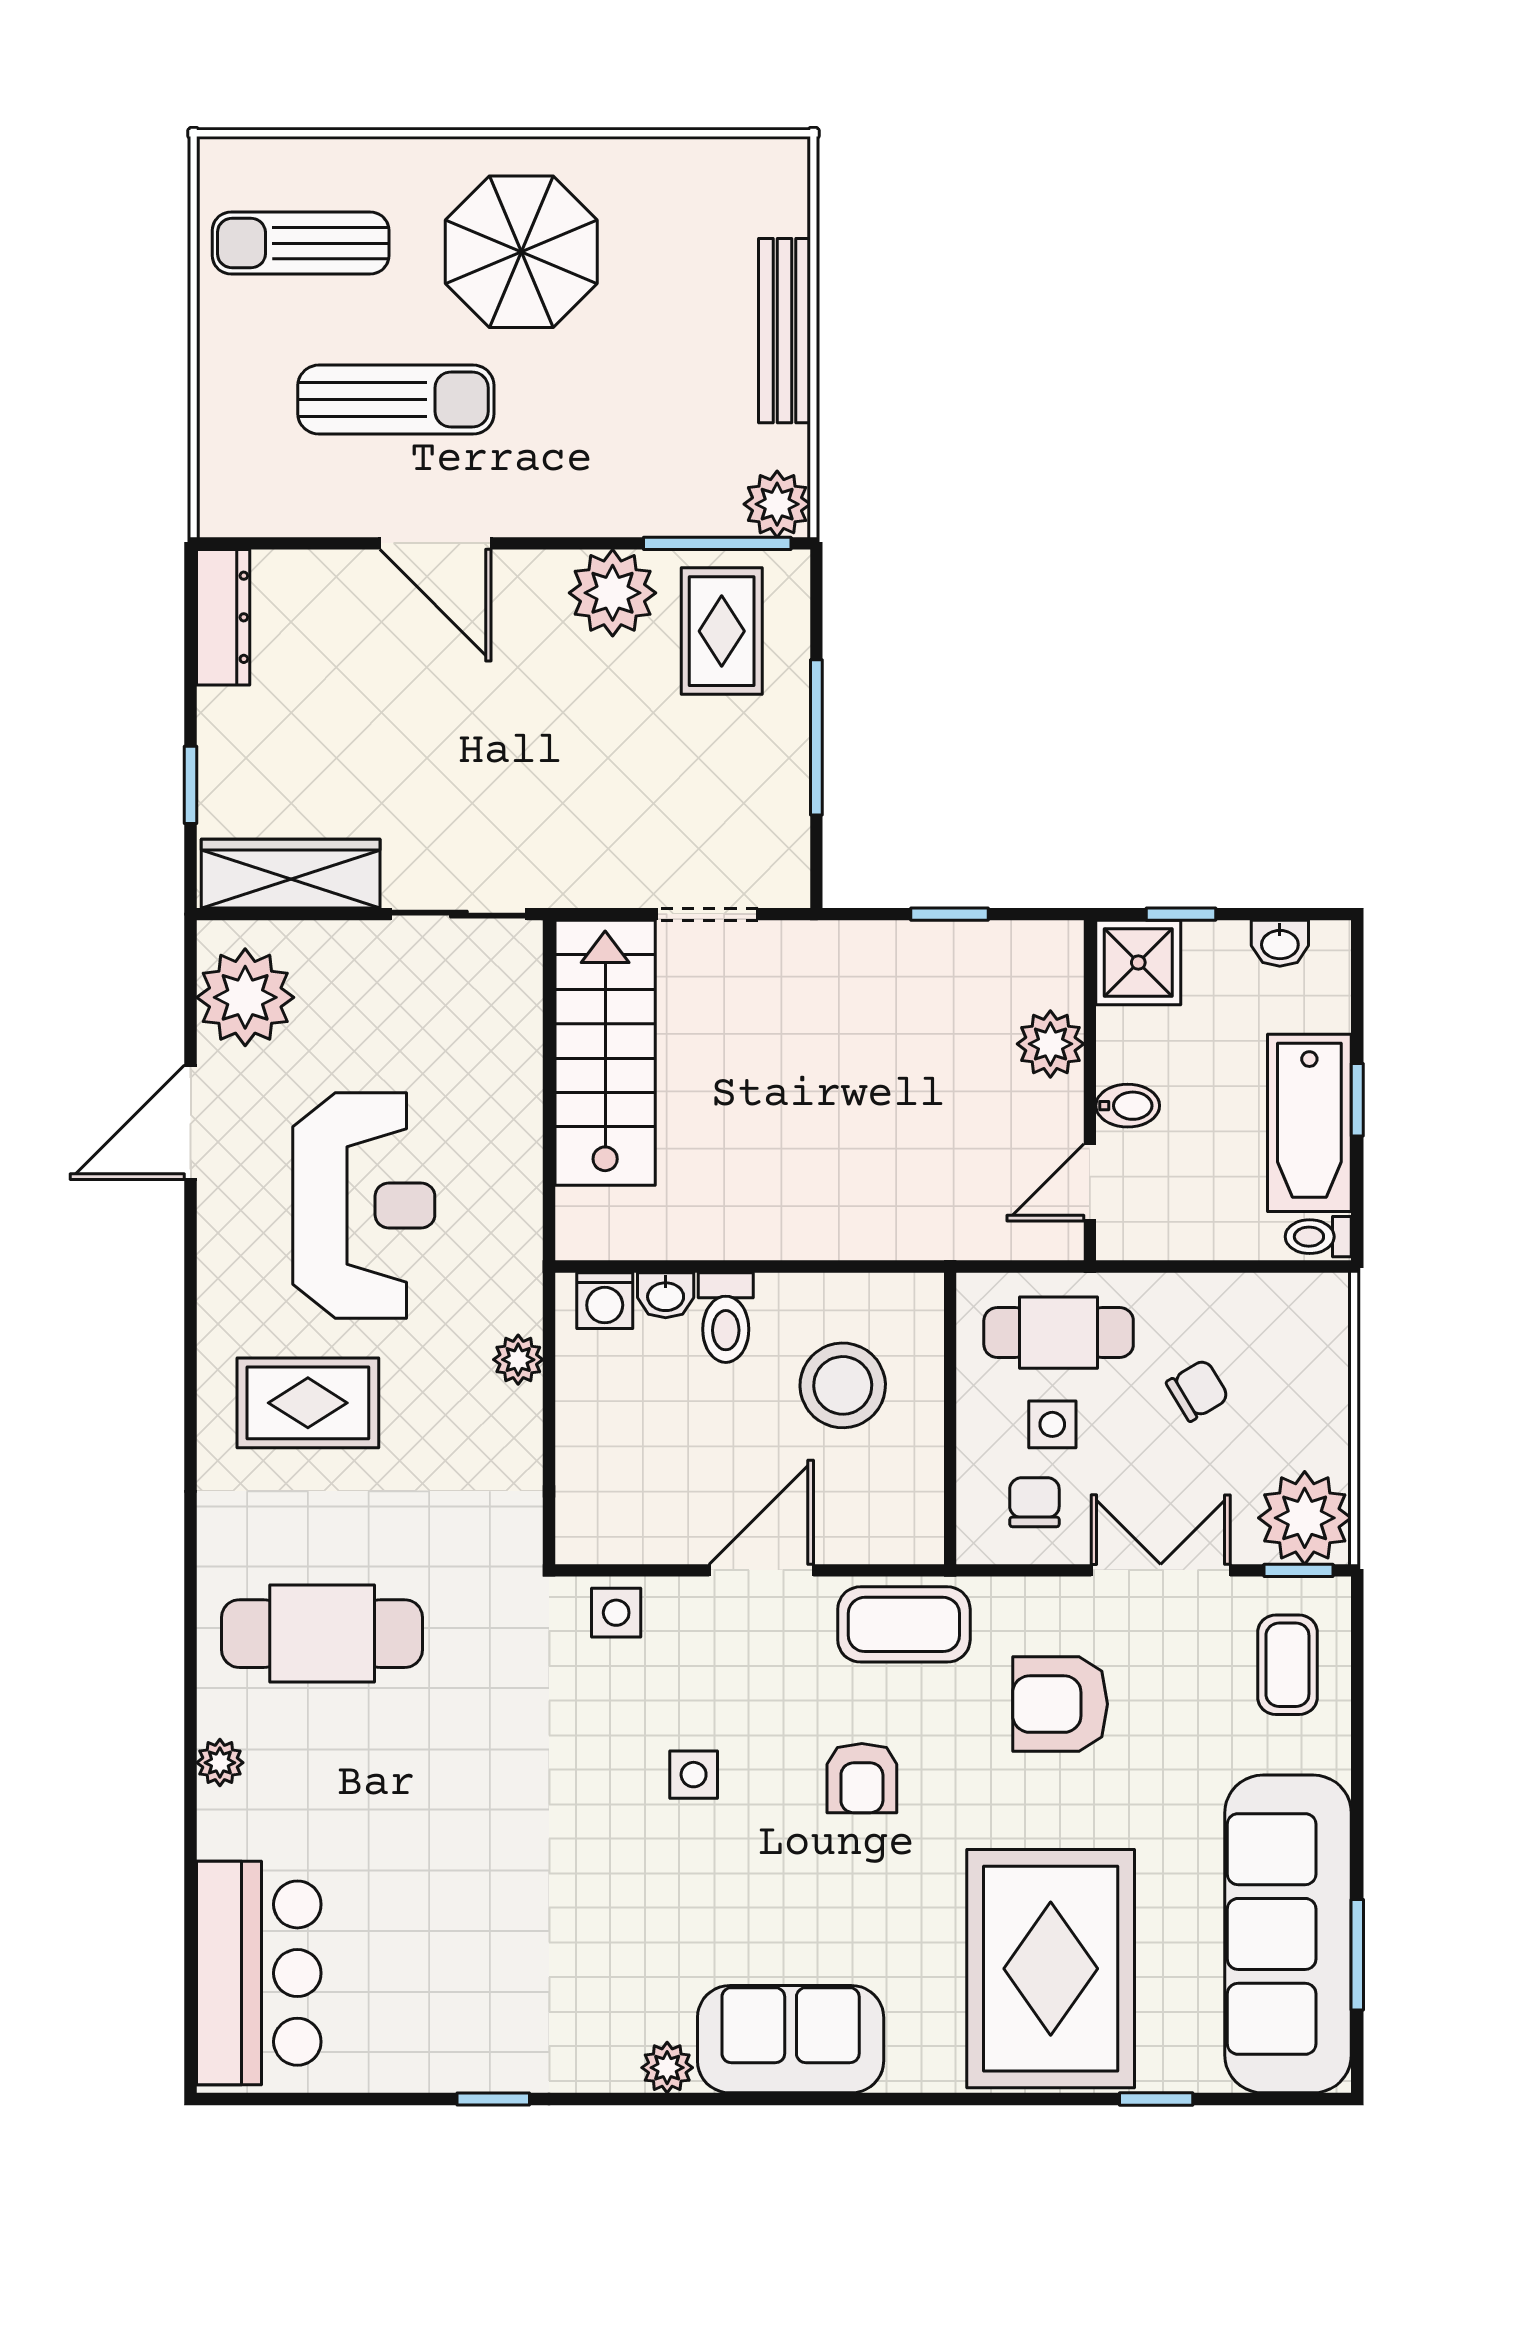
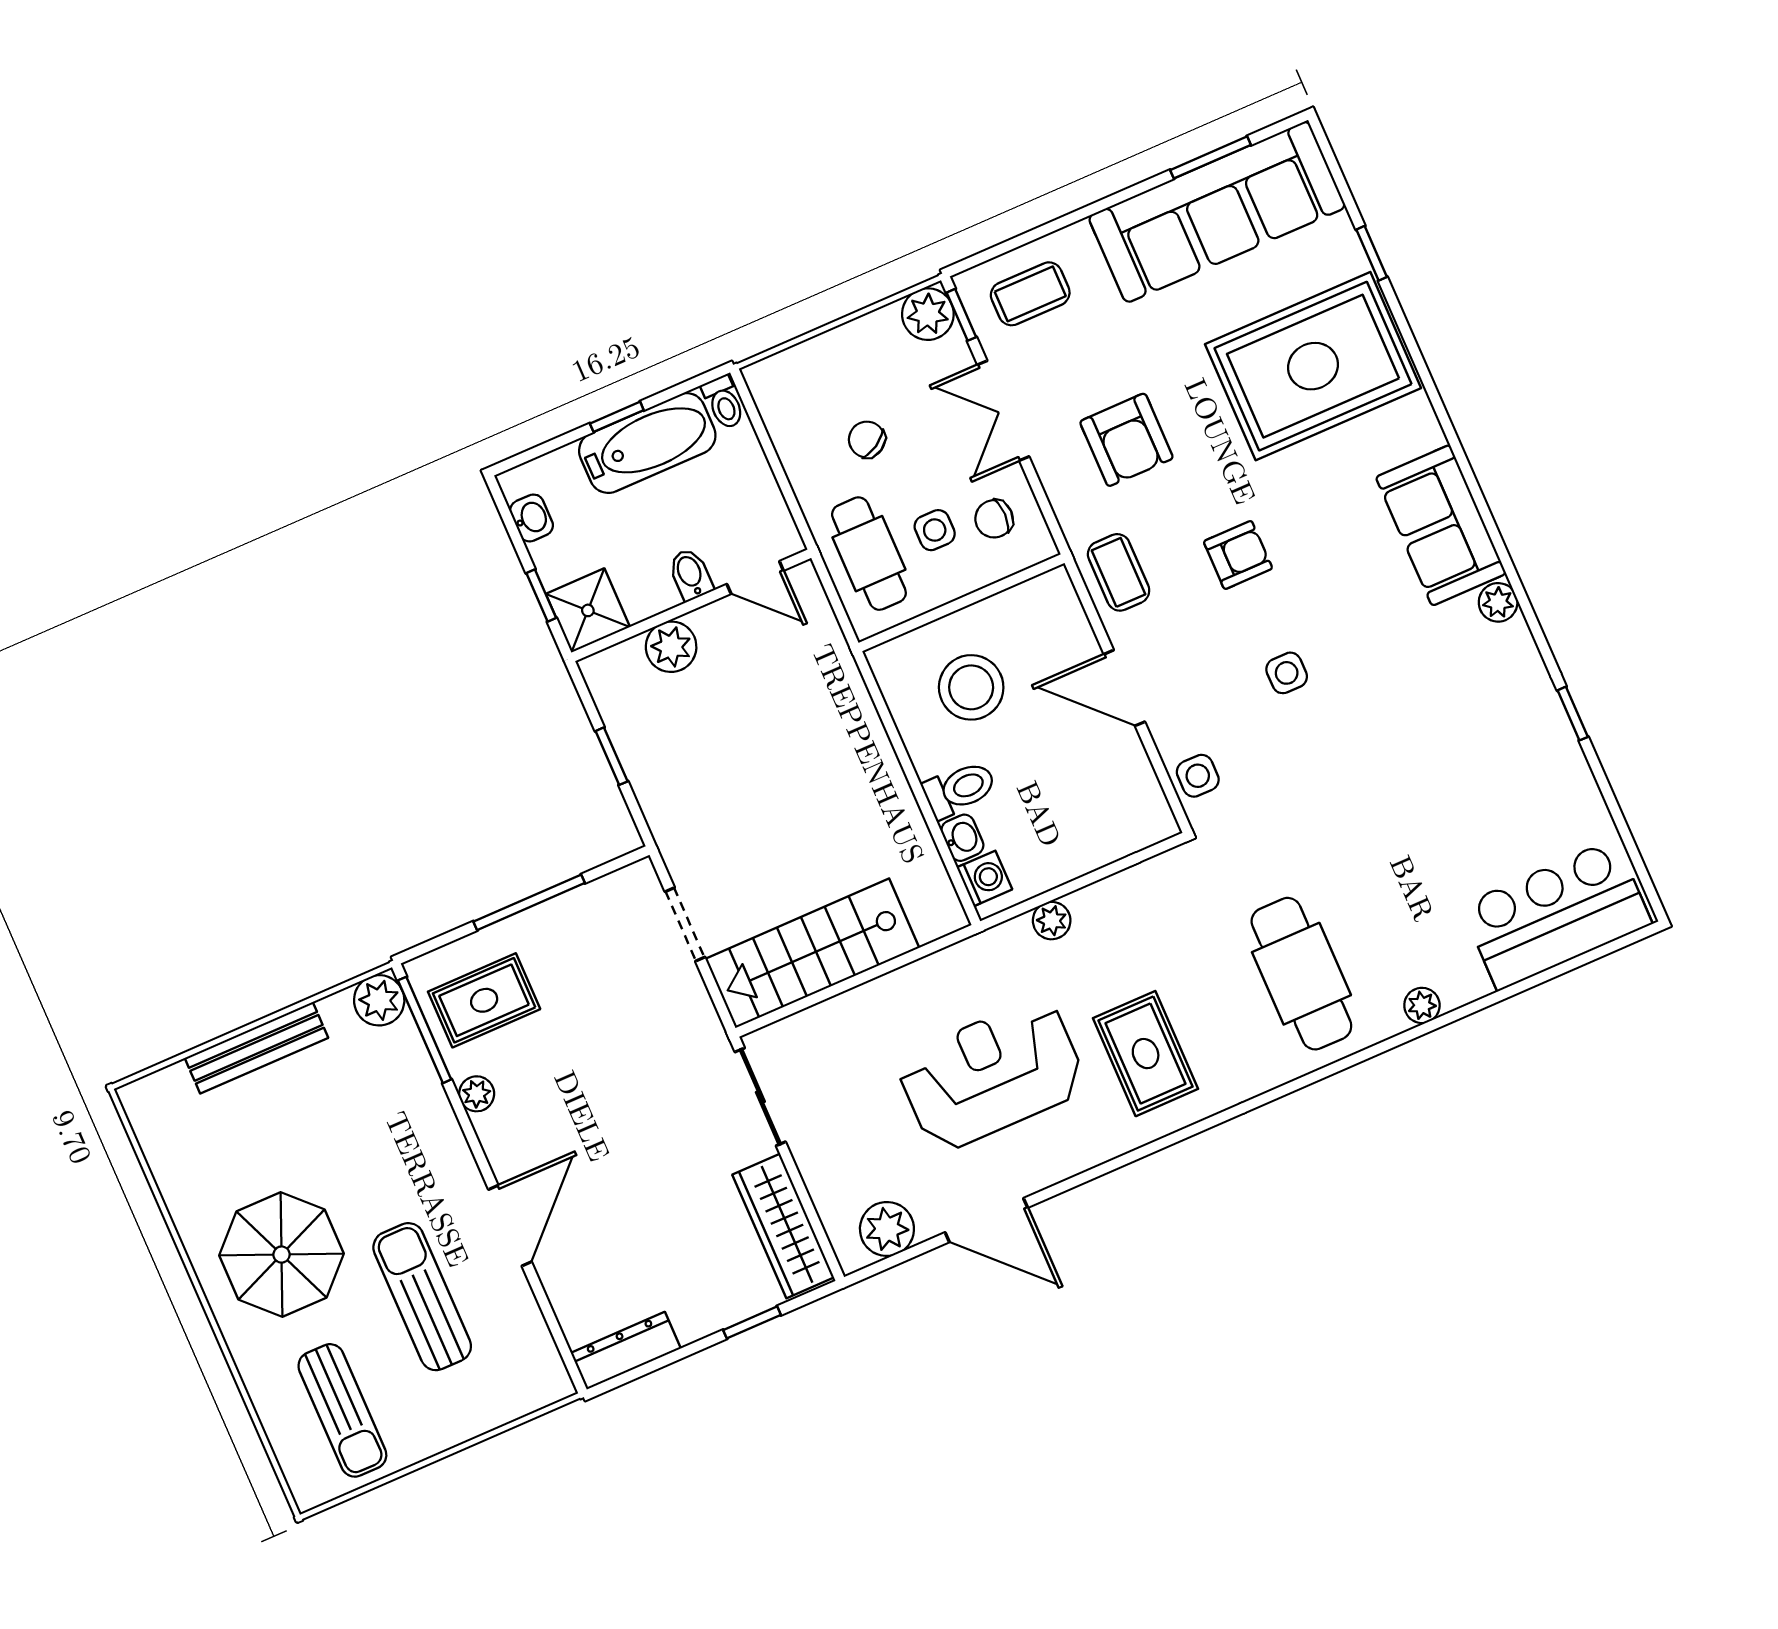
plant: (613, 593) -> (477, 1094), width x0.53, depth x0.53
plant: (245, 997) -> (887, 1229), width x0.73, depth x0.73
plant: (1305, 1518) -> (928, 314), width x0.73, depth x0.73
coffee table: (904, 1624) -> (1119, 572), width x0.73, depth x0.77

